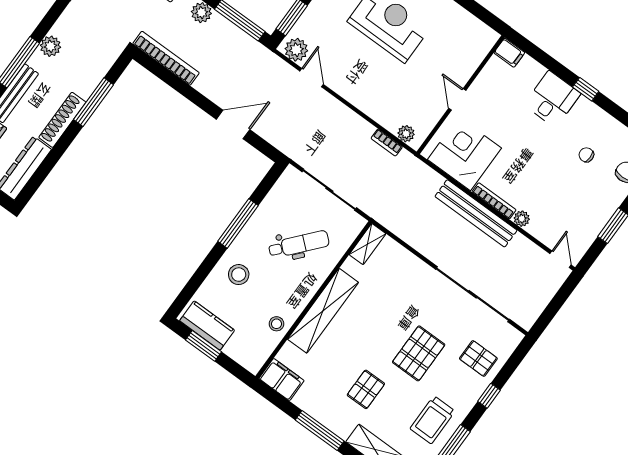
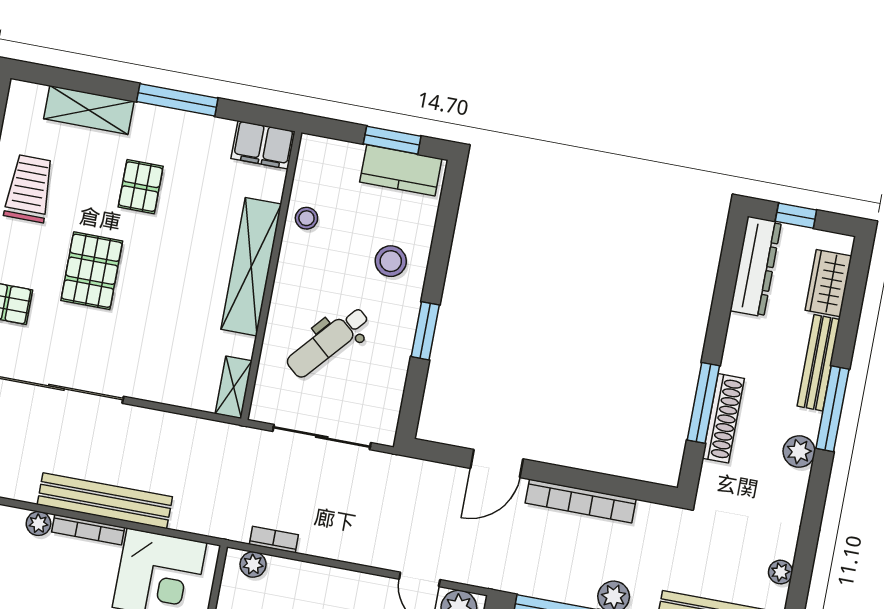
bookcase: (166, 58) -> (581, 501), moved
shoe rack: (62, 120) -> (723, 418), moved
window: (238, 223) -> (425, 331), width x0.69

